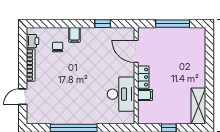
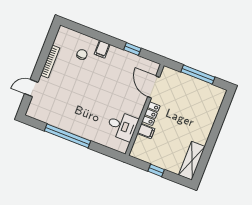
printer: (33, 41) -> (61, 40), removed
desk: (121, 94) -> (122, 126), width x0.73

